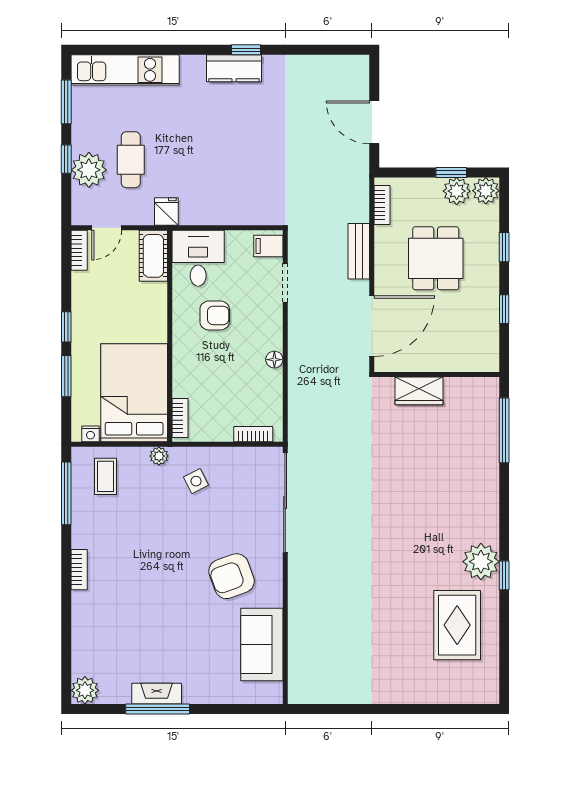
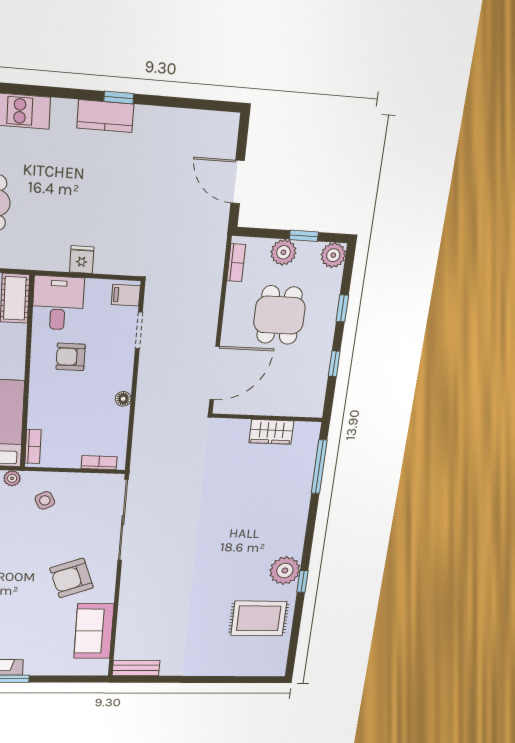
plant: (457, 191) -> (283, 252), moved
fridge: (166, 212) -> (82, 260), moved
bench: (359, 251) -> (136, 668), moved, turned 90
armchair: (215, 315) -> (71, 357), turned 180
wardrobe: (419, 391) -> (271, 432), moved
rug: (457, 625) -> (259, 618), turned 90

